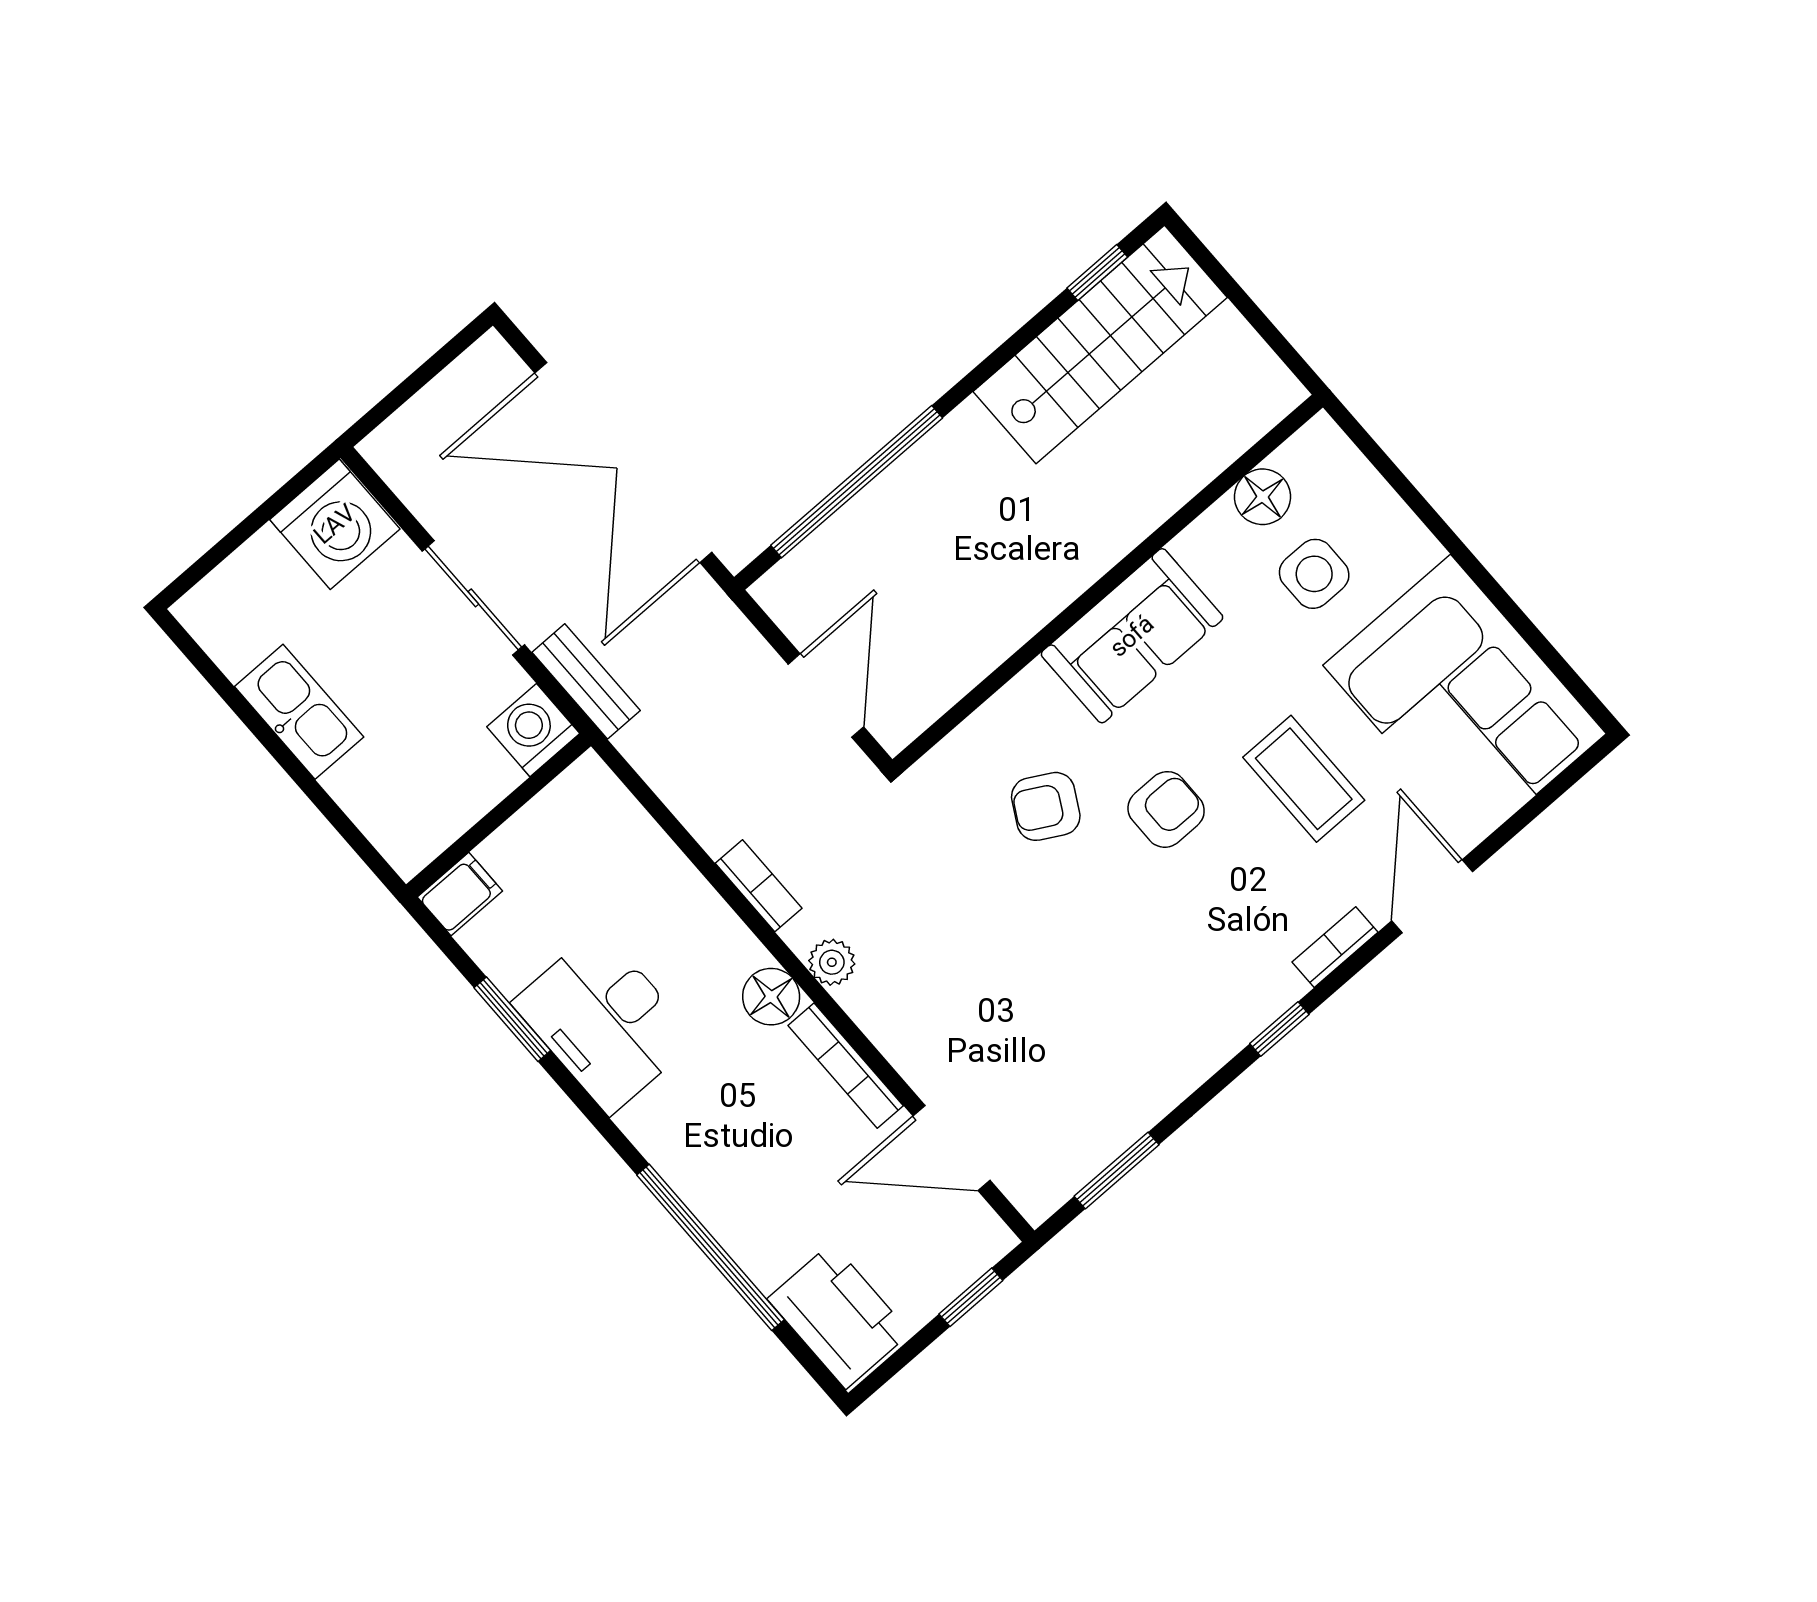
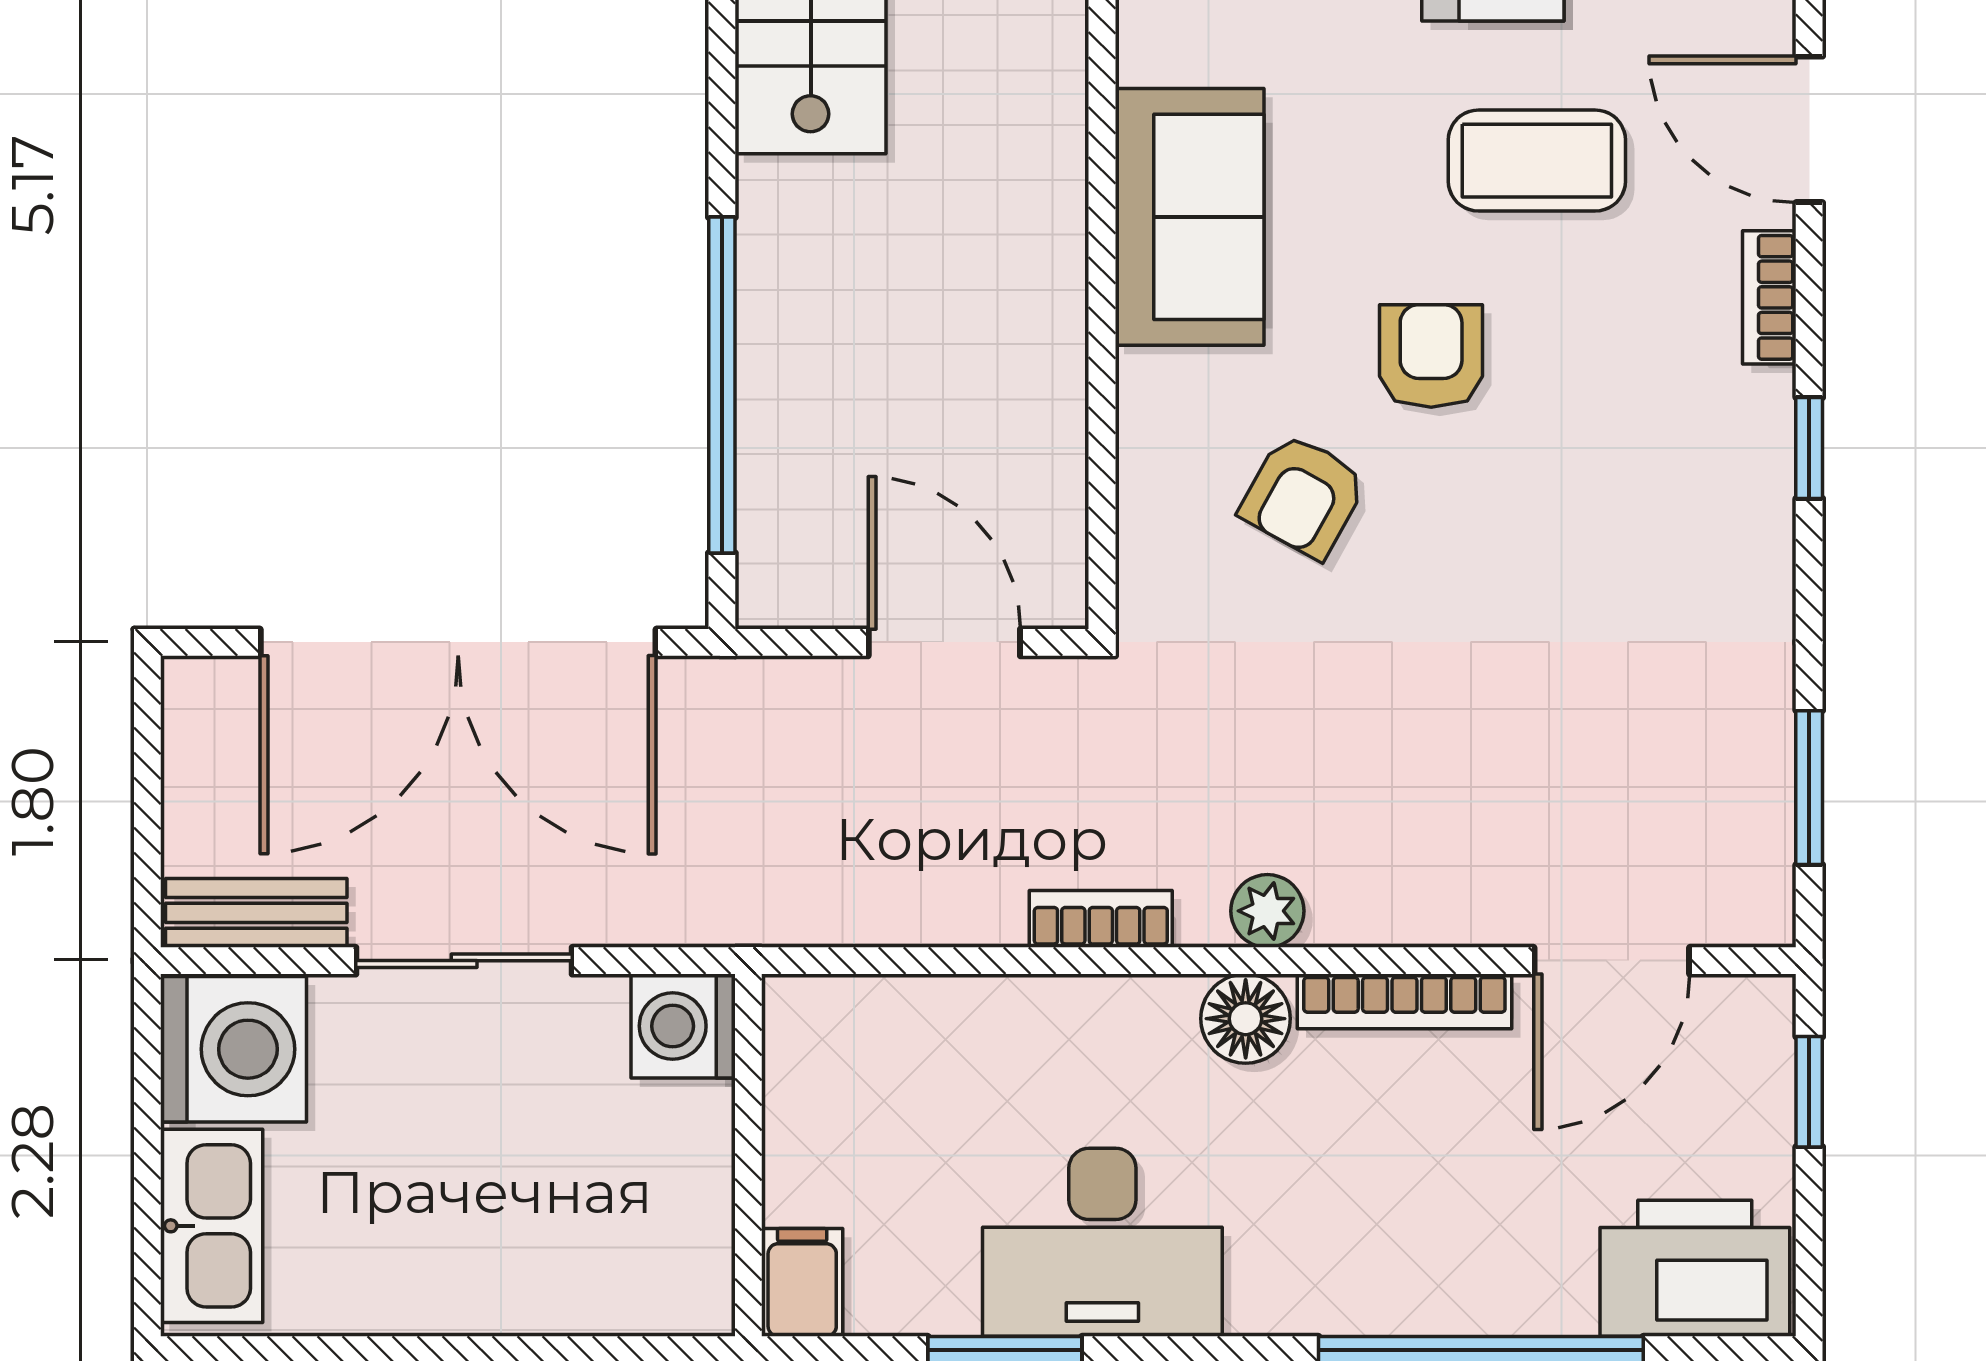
bench: (586, 681) -> (256, 913), moved
kitchen sink: (299, 712) -> (212, 1226), moved, turned 90

